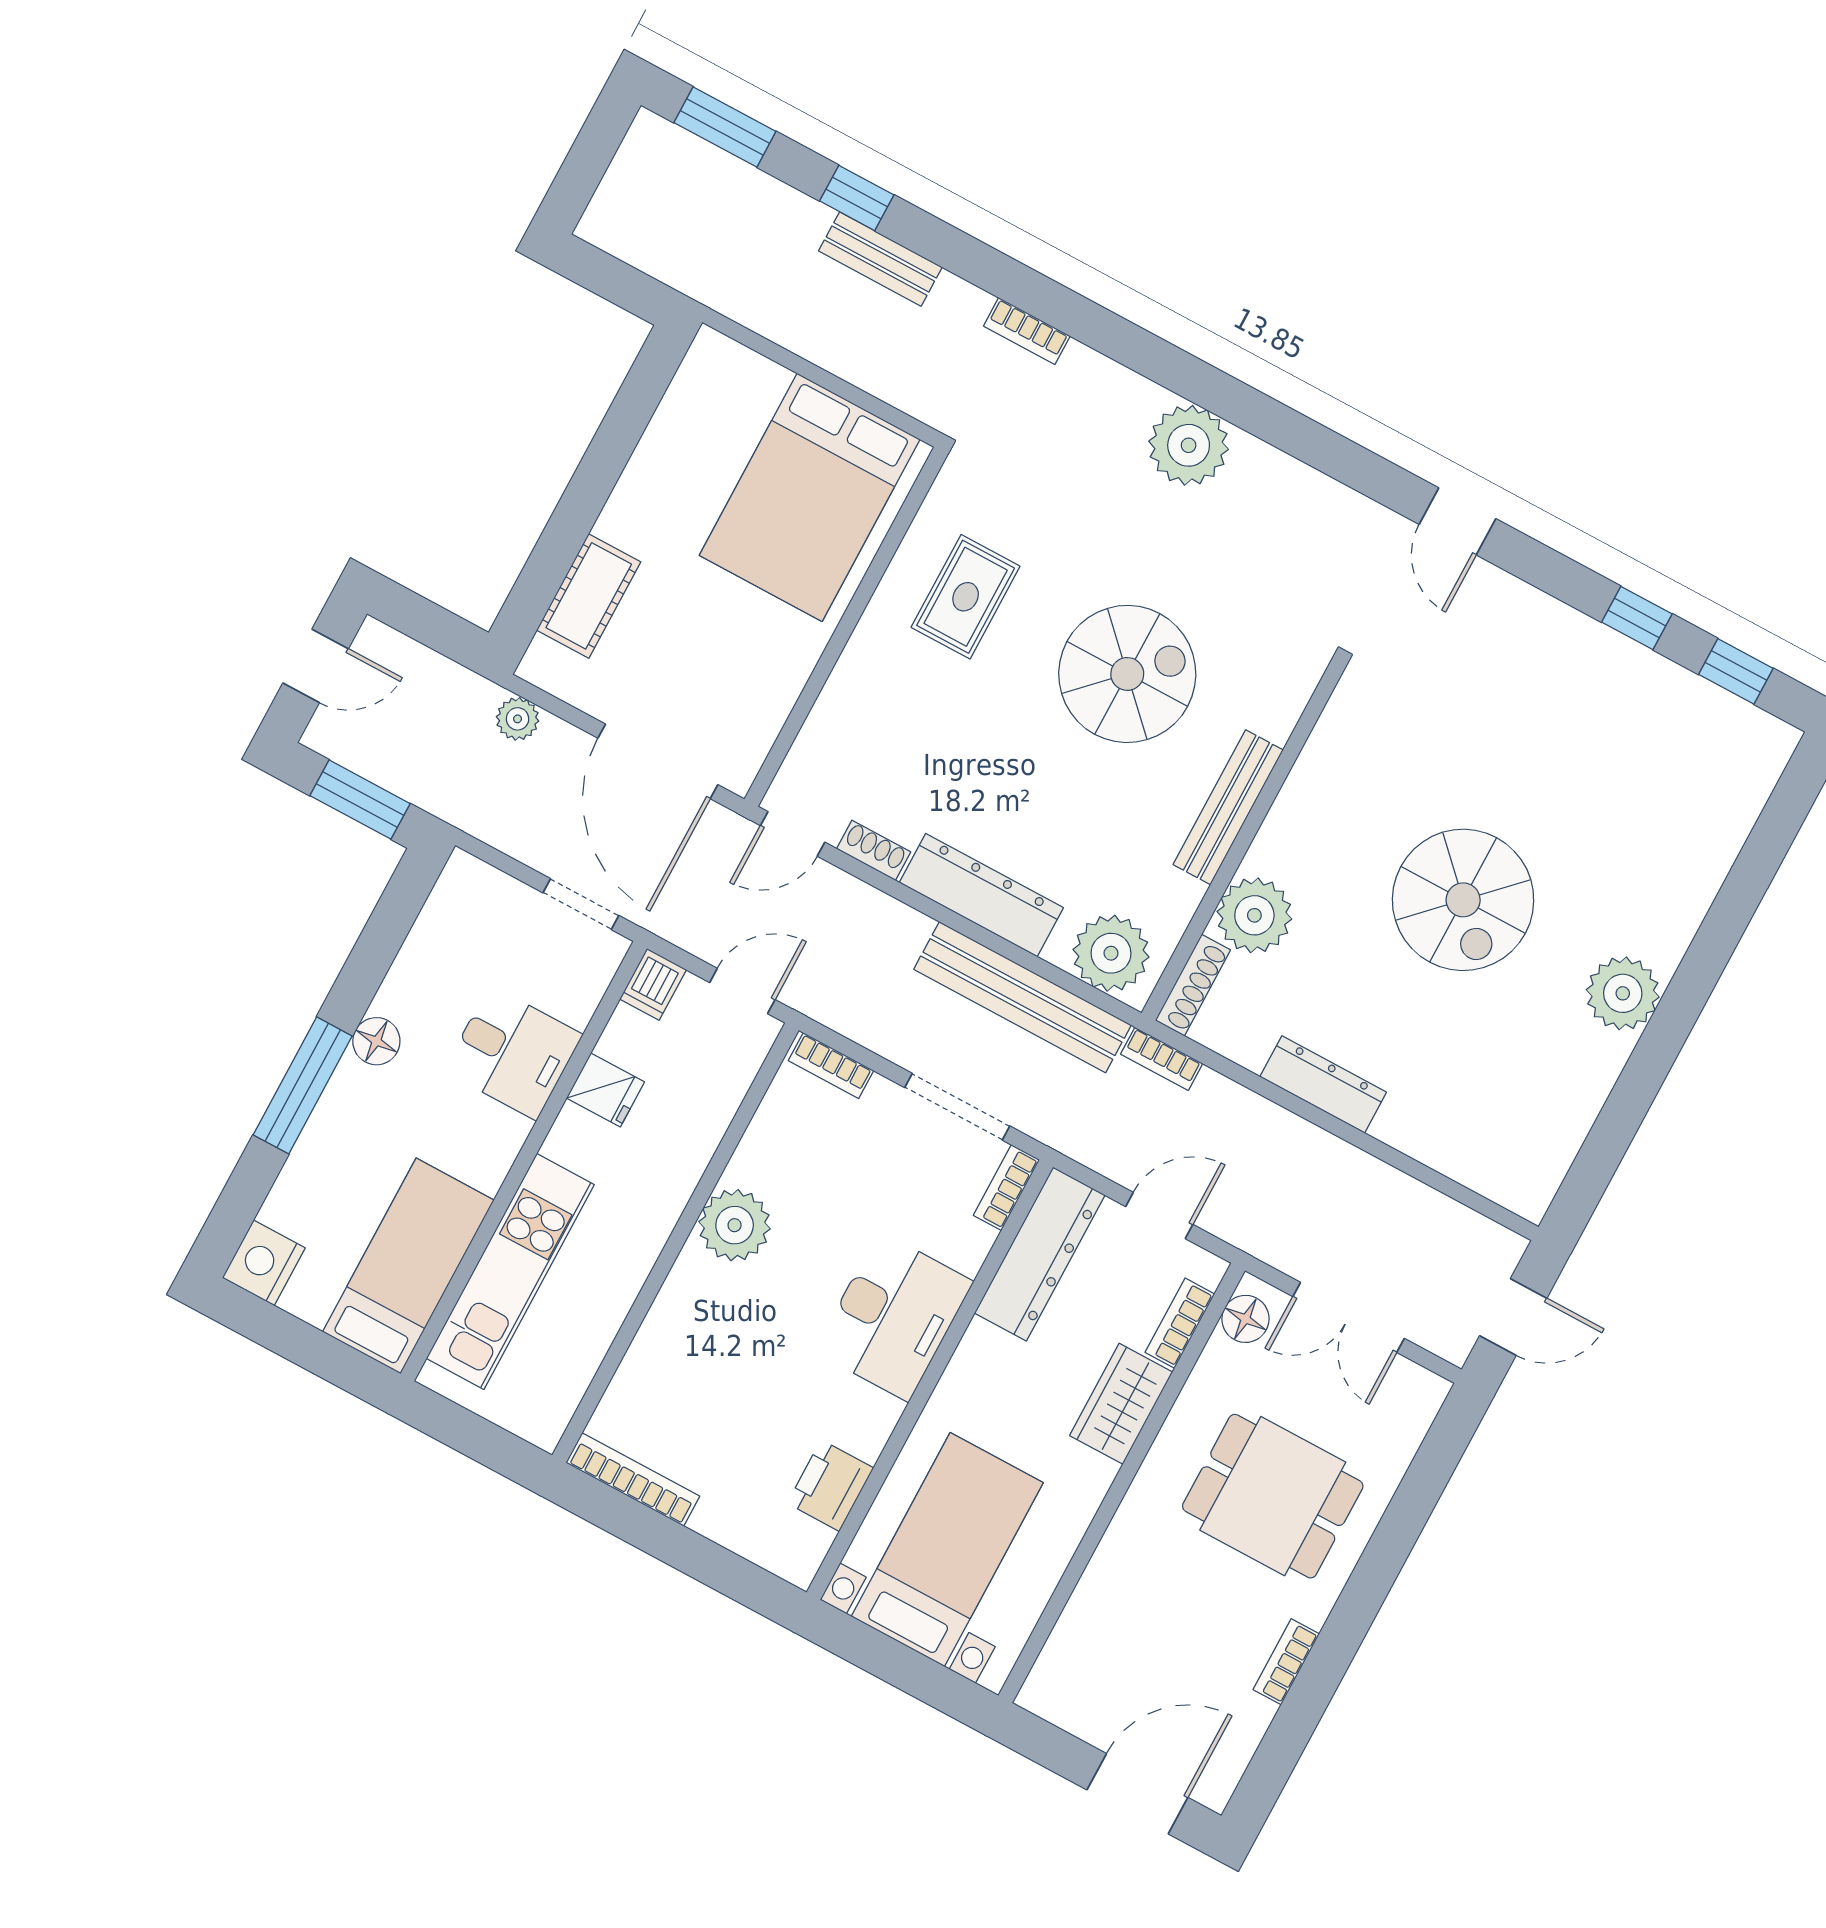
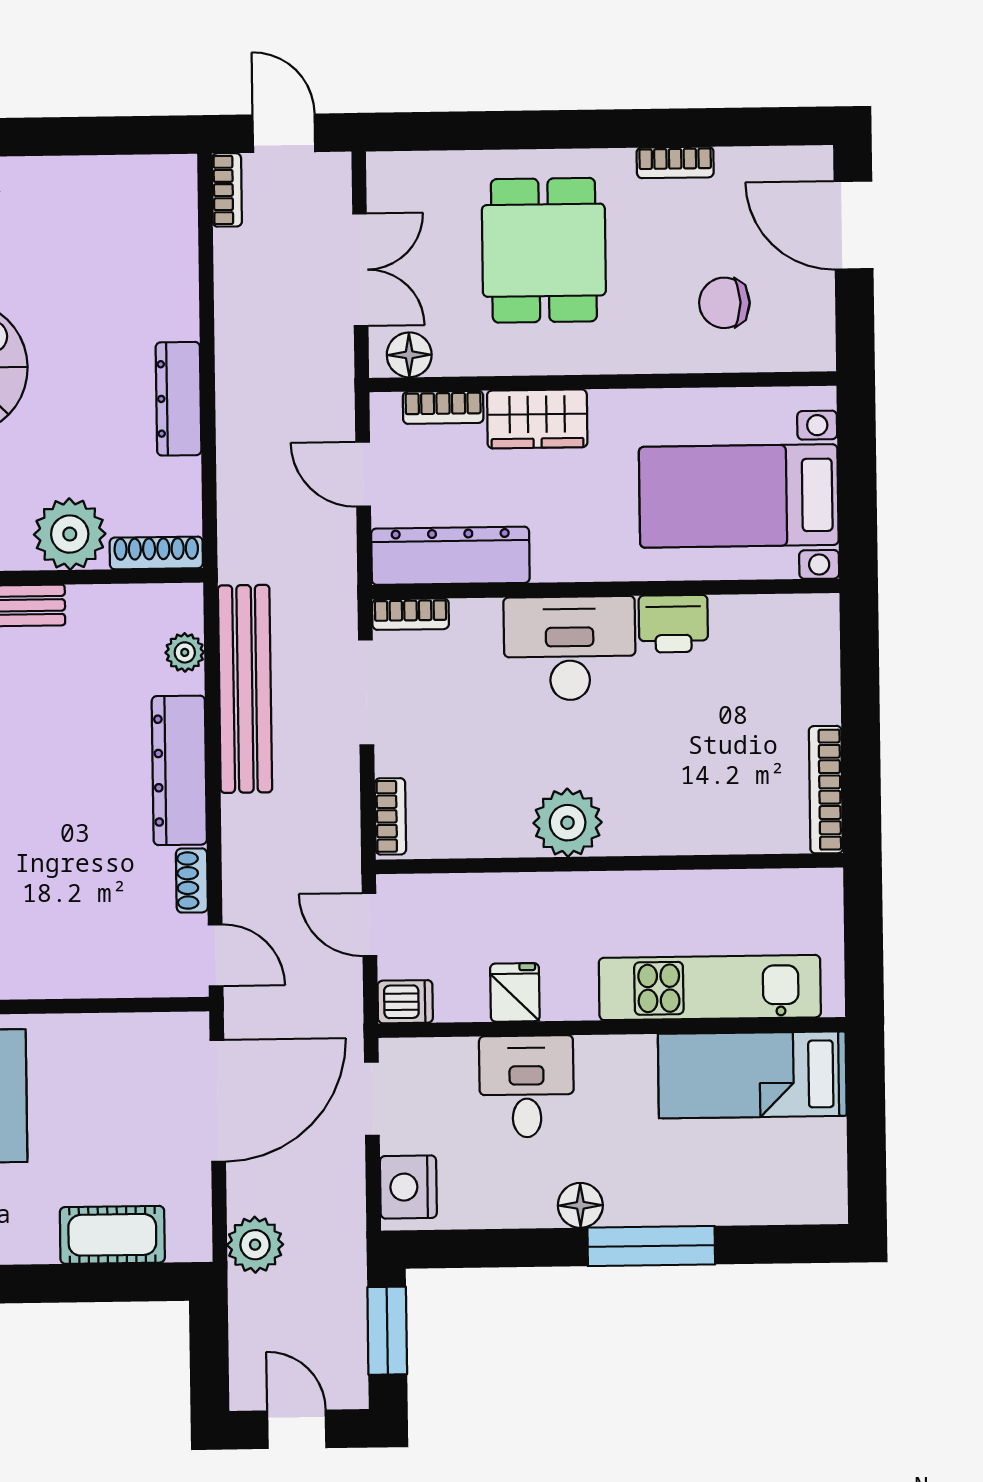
plant: (518, 719) -> (255, 1245), width x1.38, depth x1.38
plant: (1111, 953) -> (185, 652), width x0.53, depth x0.53
bookcase: (1162, 1059) -> (227, 190), moved
nightstand: (264, 1263) -> (408, 1187), moved, turned 90
printer: (830, 1485) -> (673, 624), moved
chair: (1132, 1635) -> (724, 303), added

